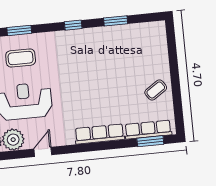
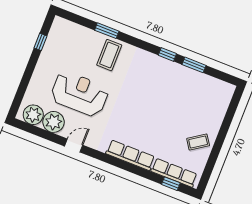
window: (73, 25) -> (167, 54), moved
coffee table: (21, 58) -> (109, 55), moved, turned 90
window: (150, 141) -> (171, 184), width x0.67

